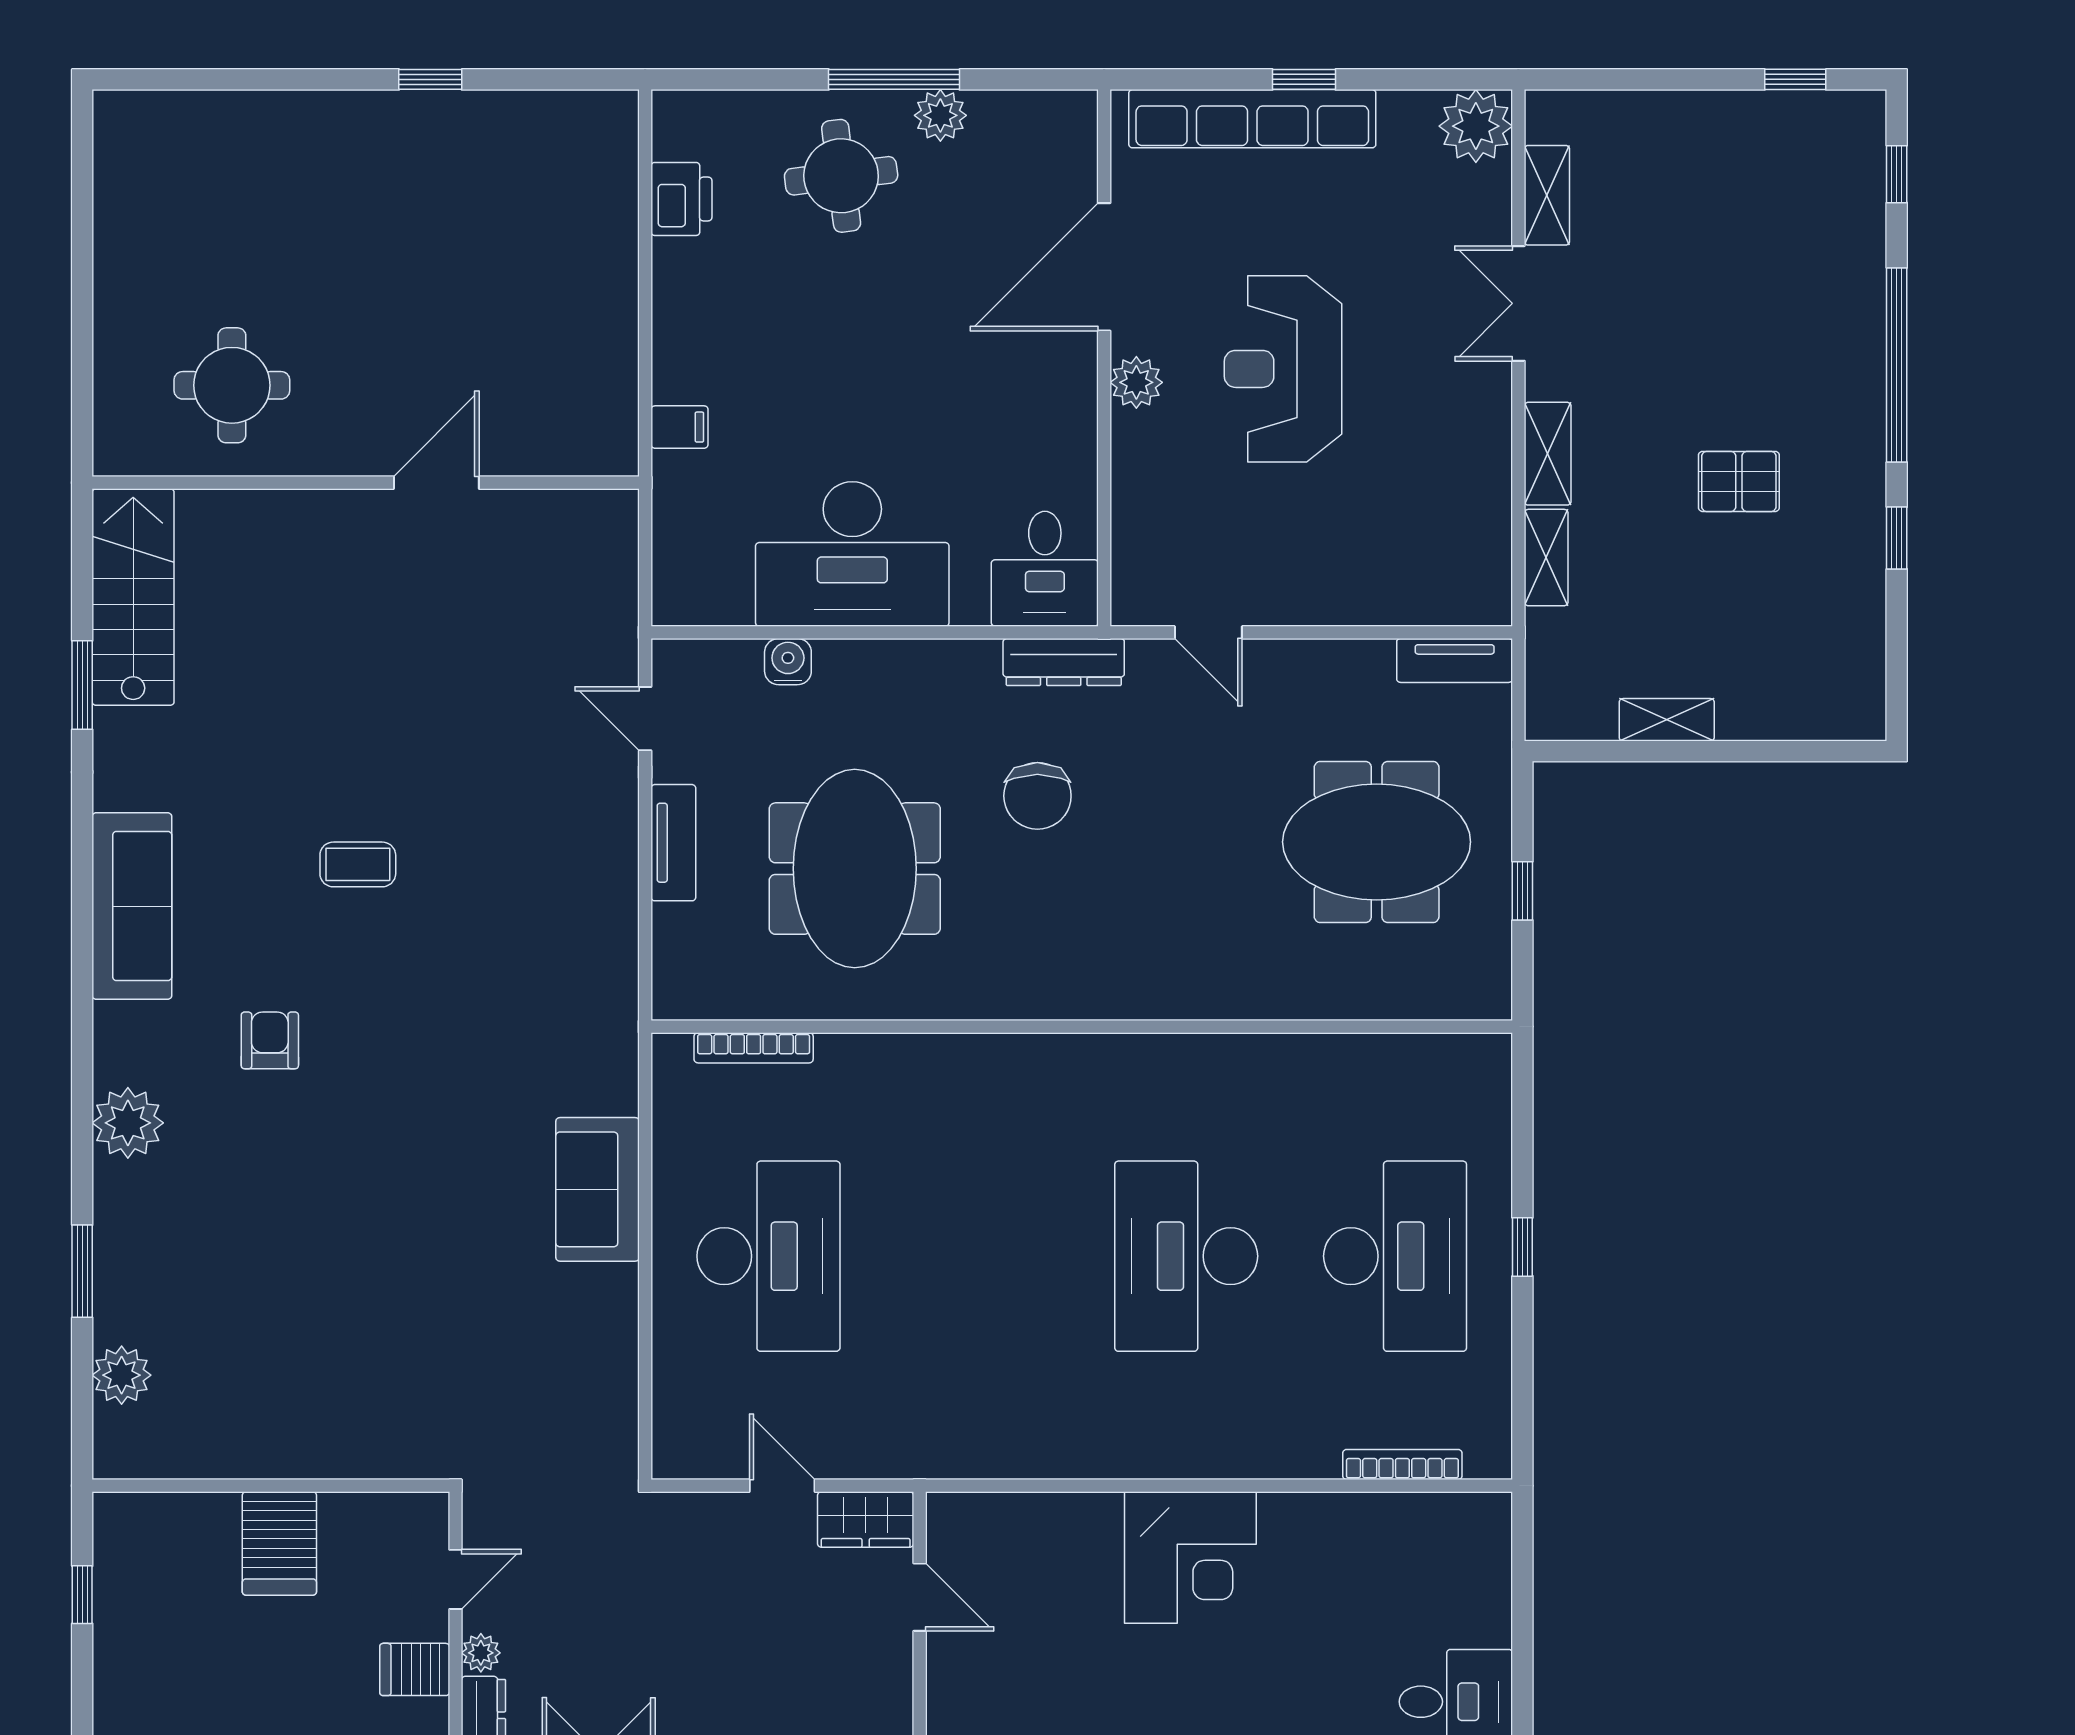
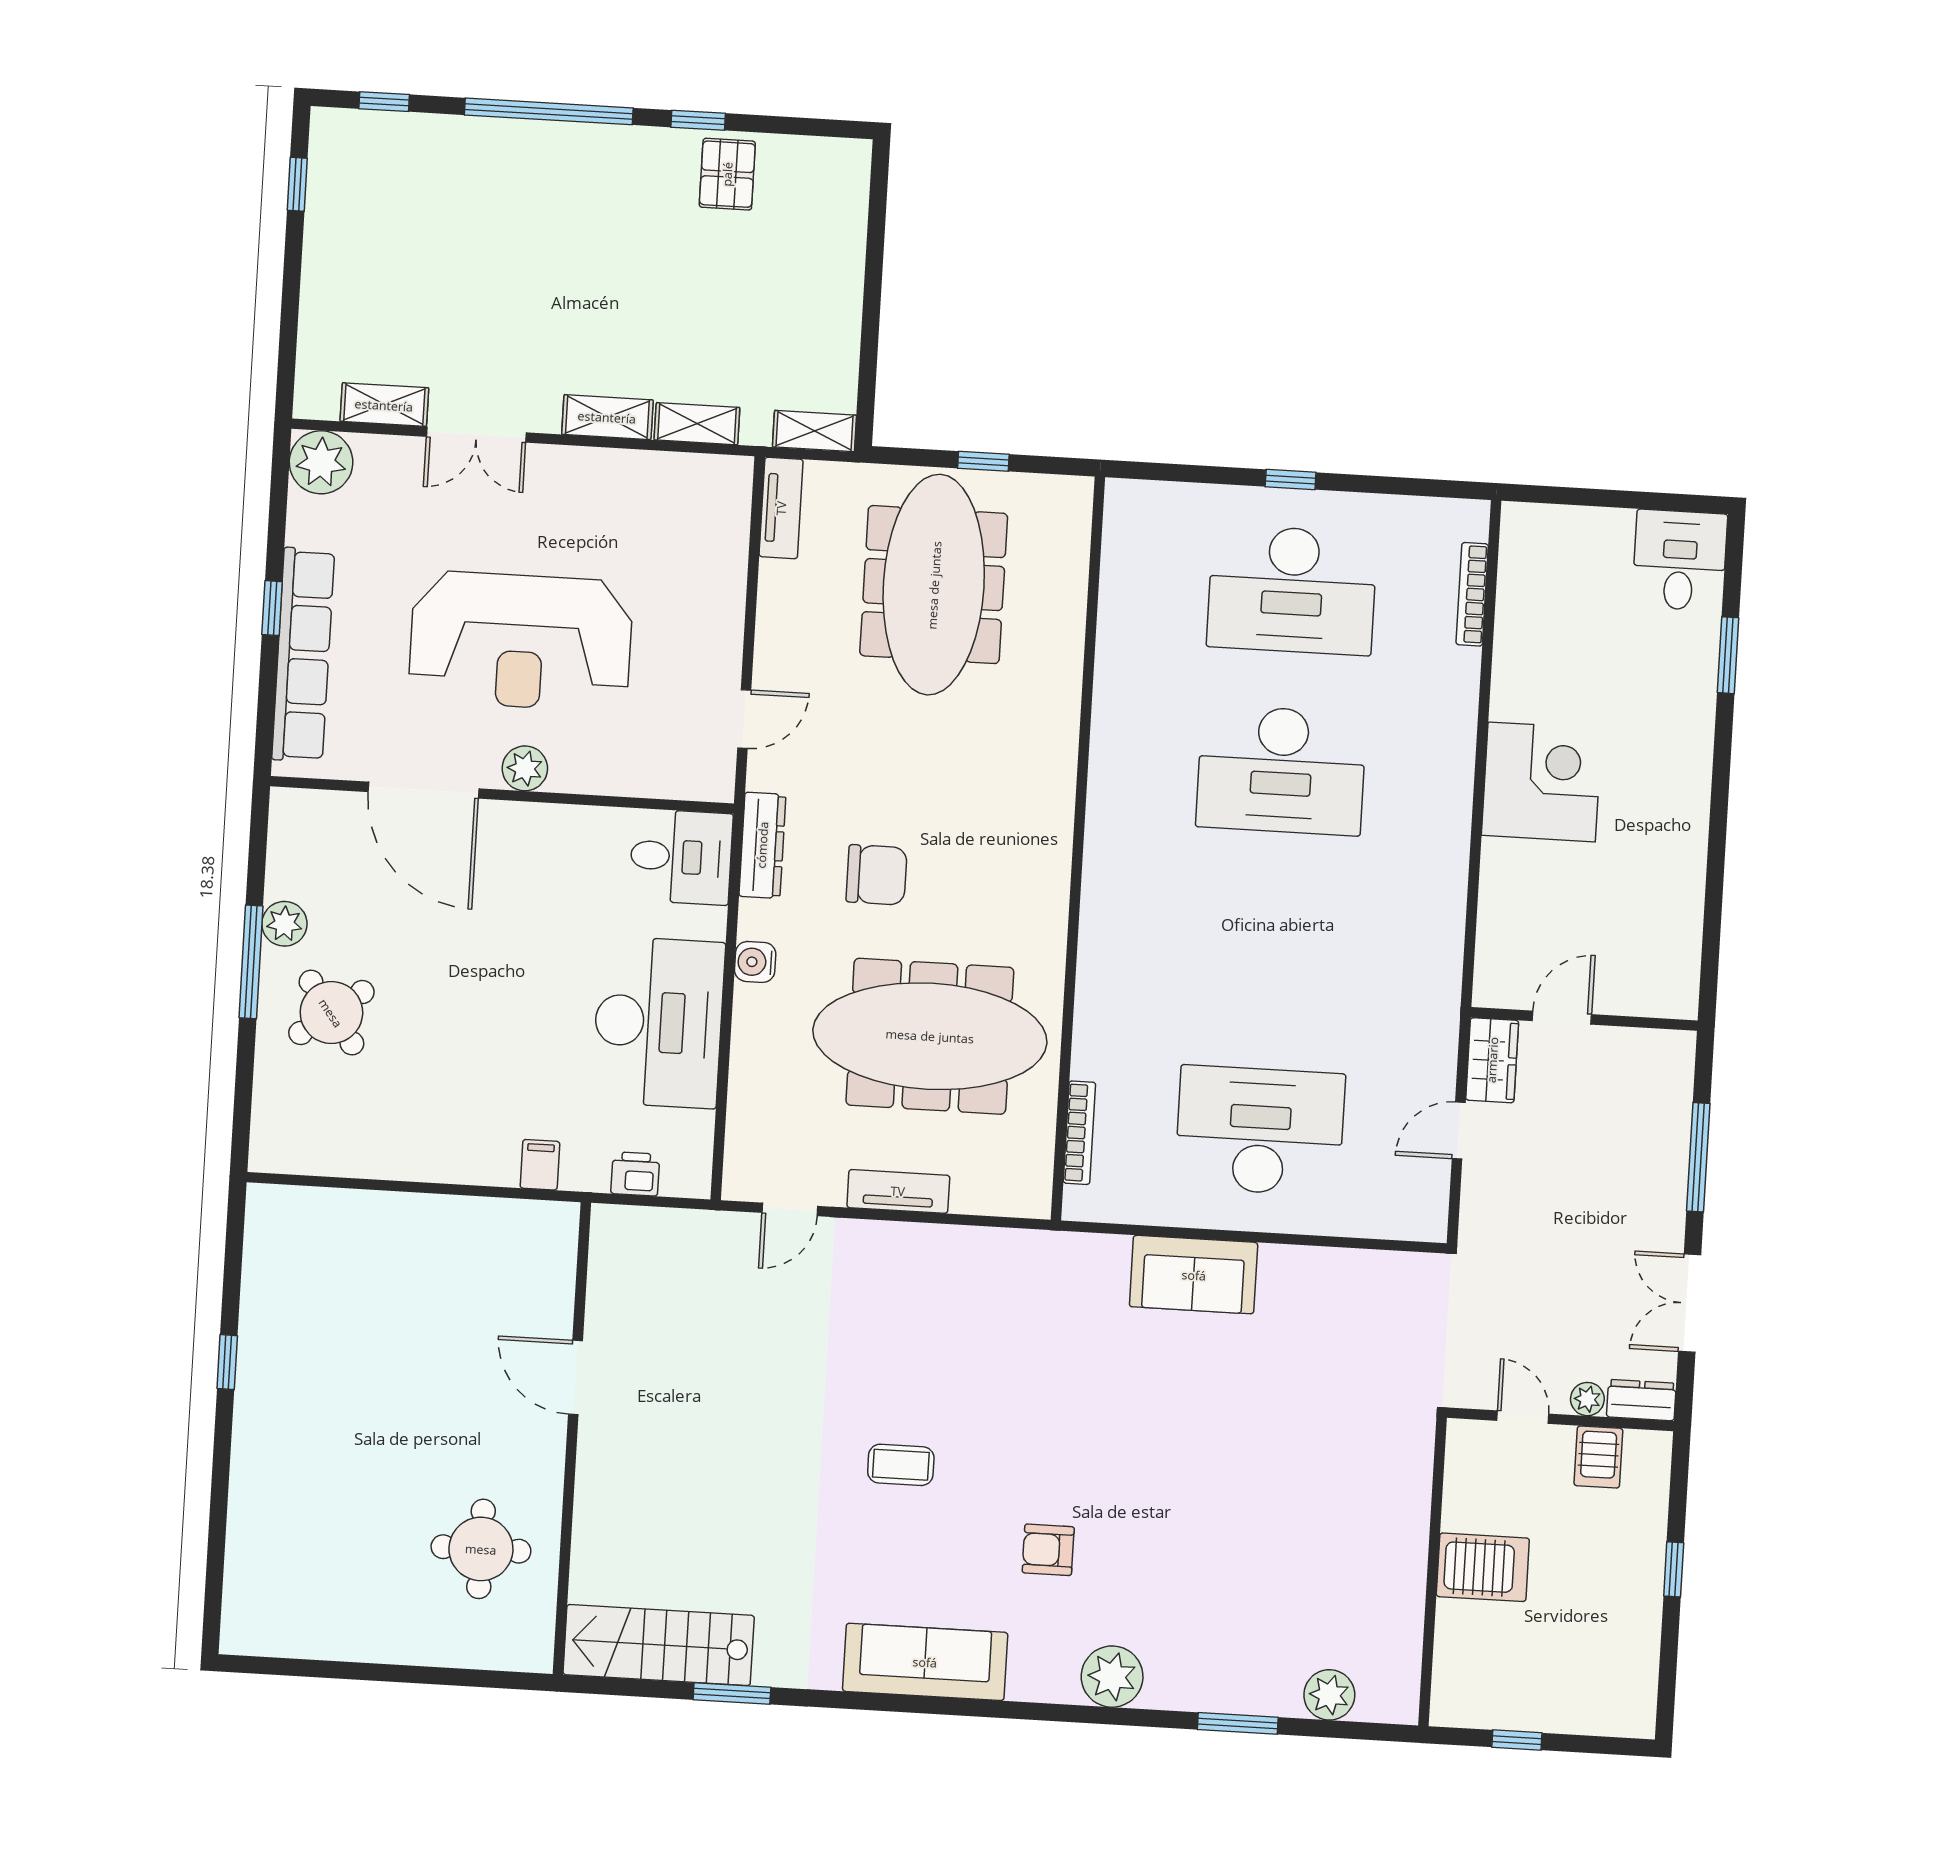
round table: (841, 176) -> (331, 1013), turned -30
printer: (681, 199) -> (635, 1174), moved, width x0.73, depth x0.81
reception desk: (1283, 369) -> (521, 641), width x1.36, depth x1.30
pallet: (1739, 481) -> (727, 174), moved
water cooler: (788, 662) -> (755, 962), moved
shelving: (1667, 720) -> (814, 431), moved, turned 90
meeting table: (1377, 842) -> (934, 585), width x1.36
coffee table: (358, 864) -> (901, 1465), turned 90
meeting table: (855, 869) -> (930, 1036), width x1.36
desk: (1395, 1256) -> (1292, 590), turned 180

